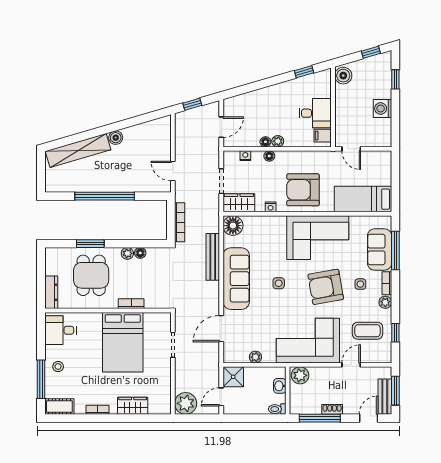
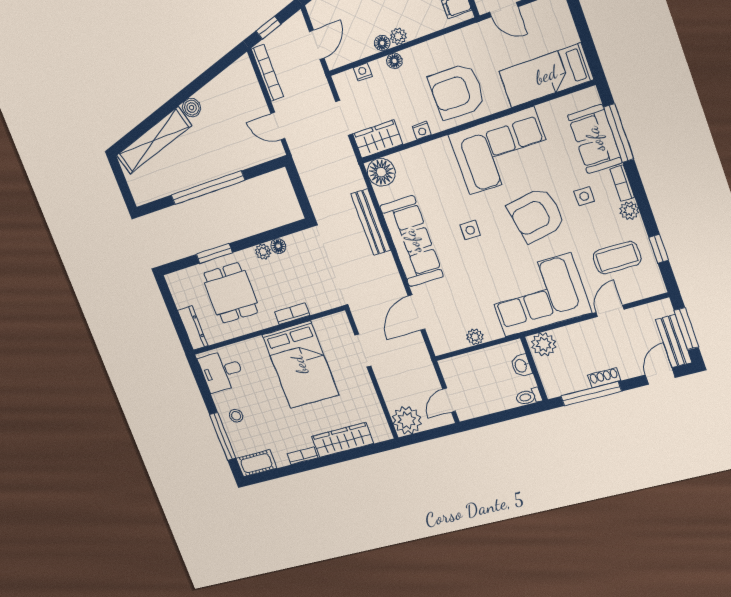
bookcase: (180, 222) -> (267, 73), moved
shower: (233, 377) -> (455, 370), removed
wardrobe: (133, 406) -> (343, 440), width x1.50

